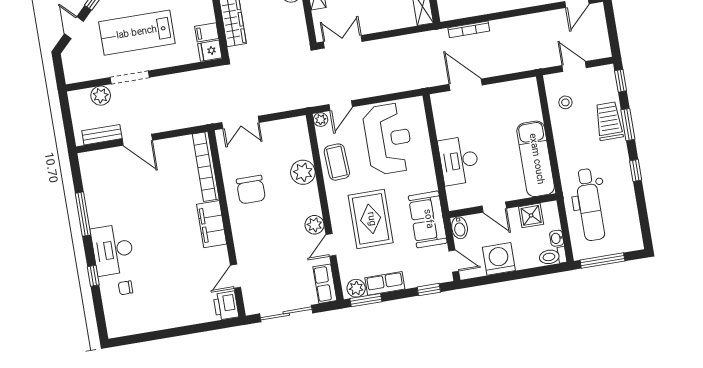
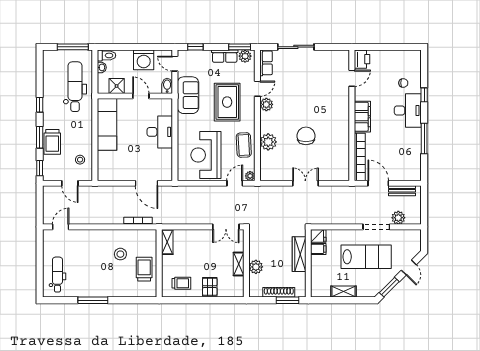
bookcase: (206, 167) -> (360, 157), moved
filing cabinet: (212, 224) -> (362, 117), moved
wall: (227, 224) -> (352, 115), moved
door: (236, 276) -> (352, 78), moved
printer: (226, 306) -> (362, 59), moved

